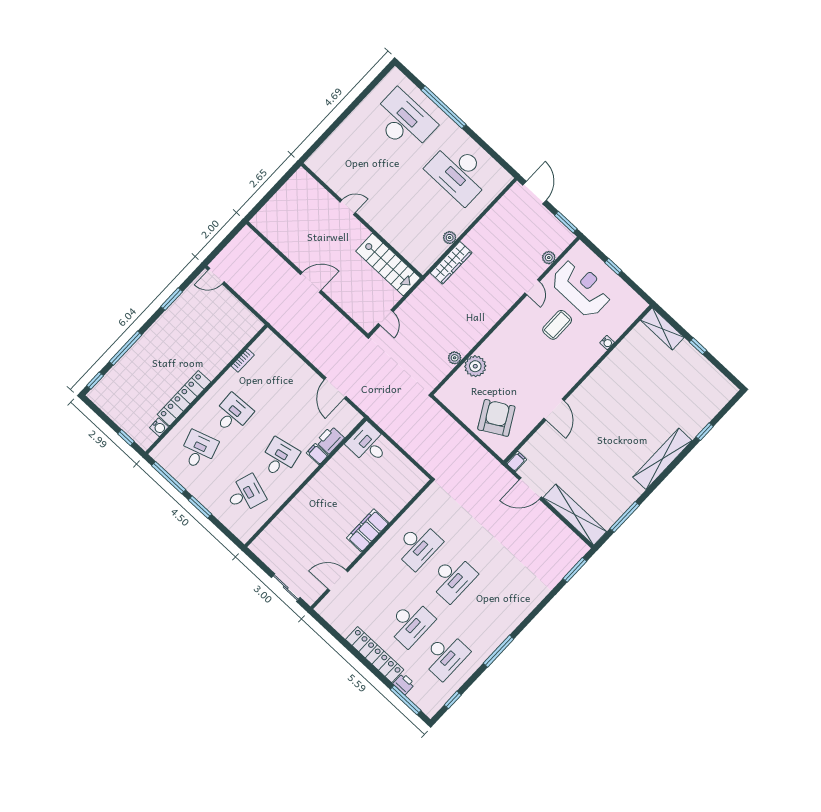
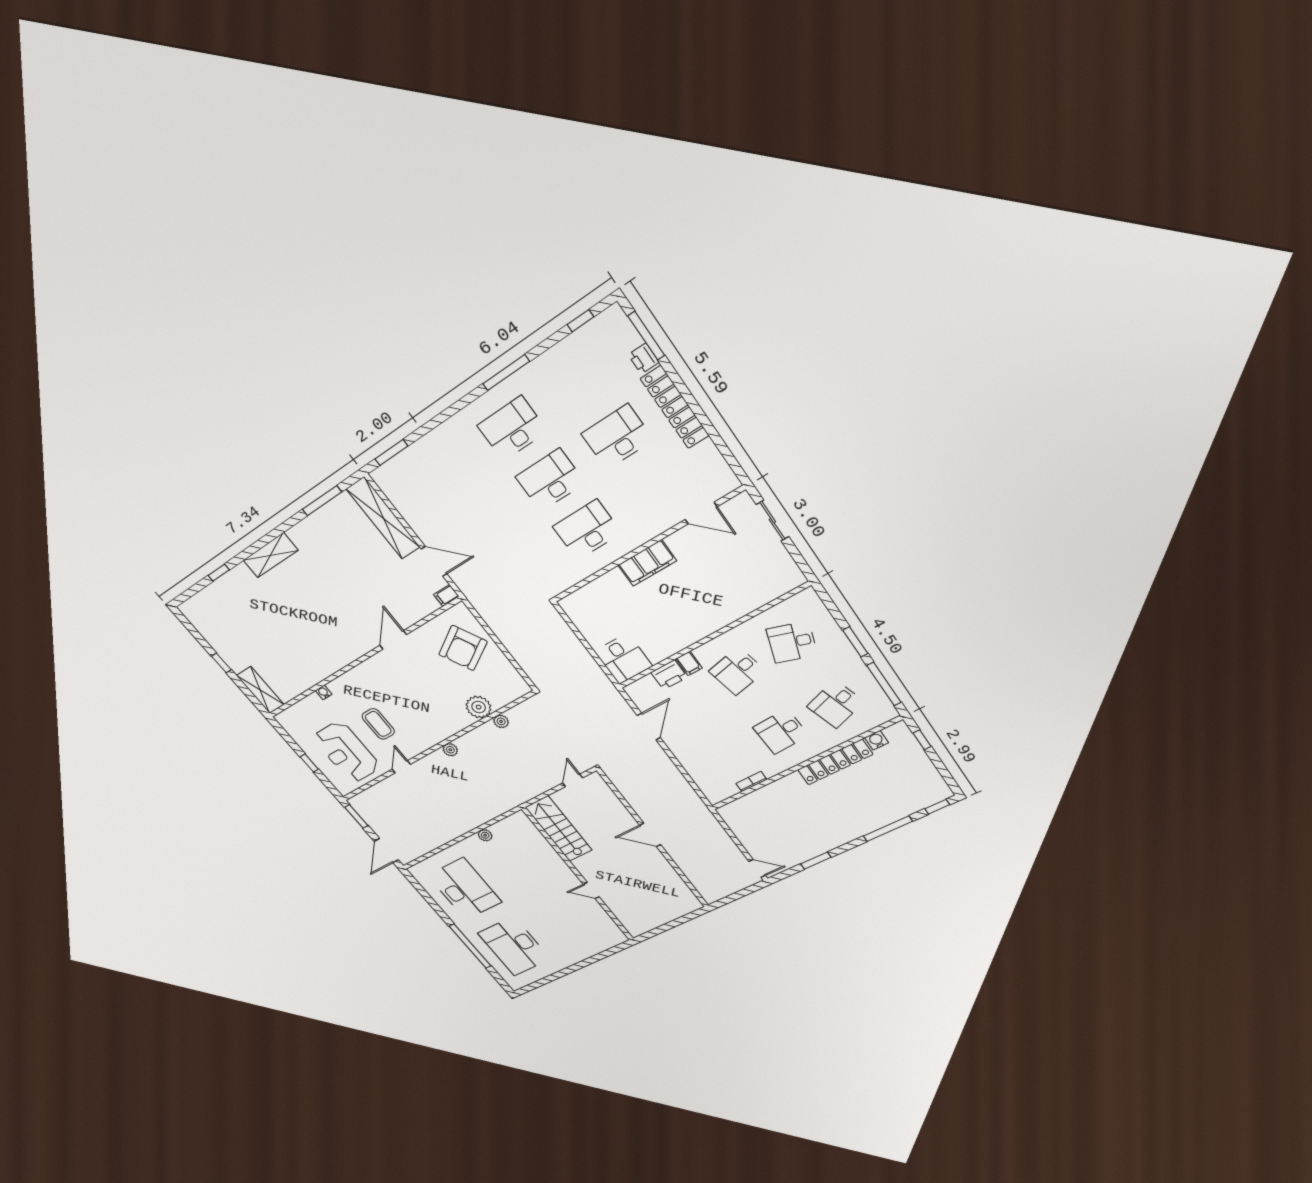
plant: (549, 258) -> (450, 750), moved
wardrobe: (451, 263) -> (488, 812), removed
coffee table: (557, 325) -> (378, 724), turned 90
shelving: (662, 459) -> (271, 555), width x0.68
desk: (445, 656) -> (512, 428), moved

